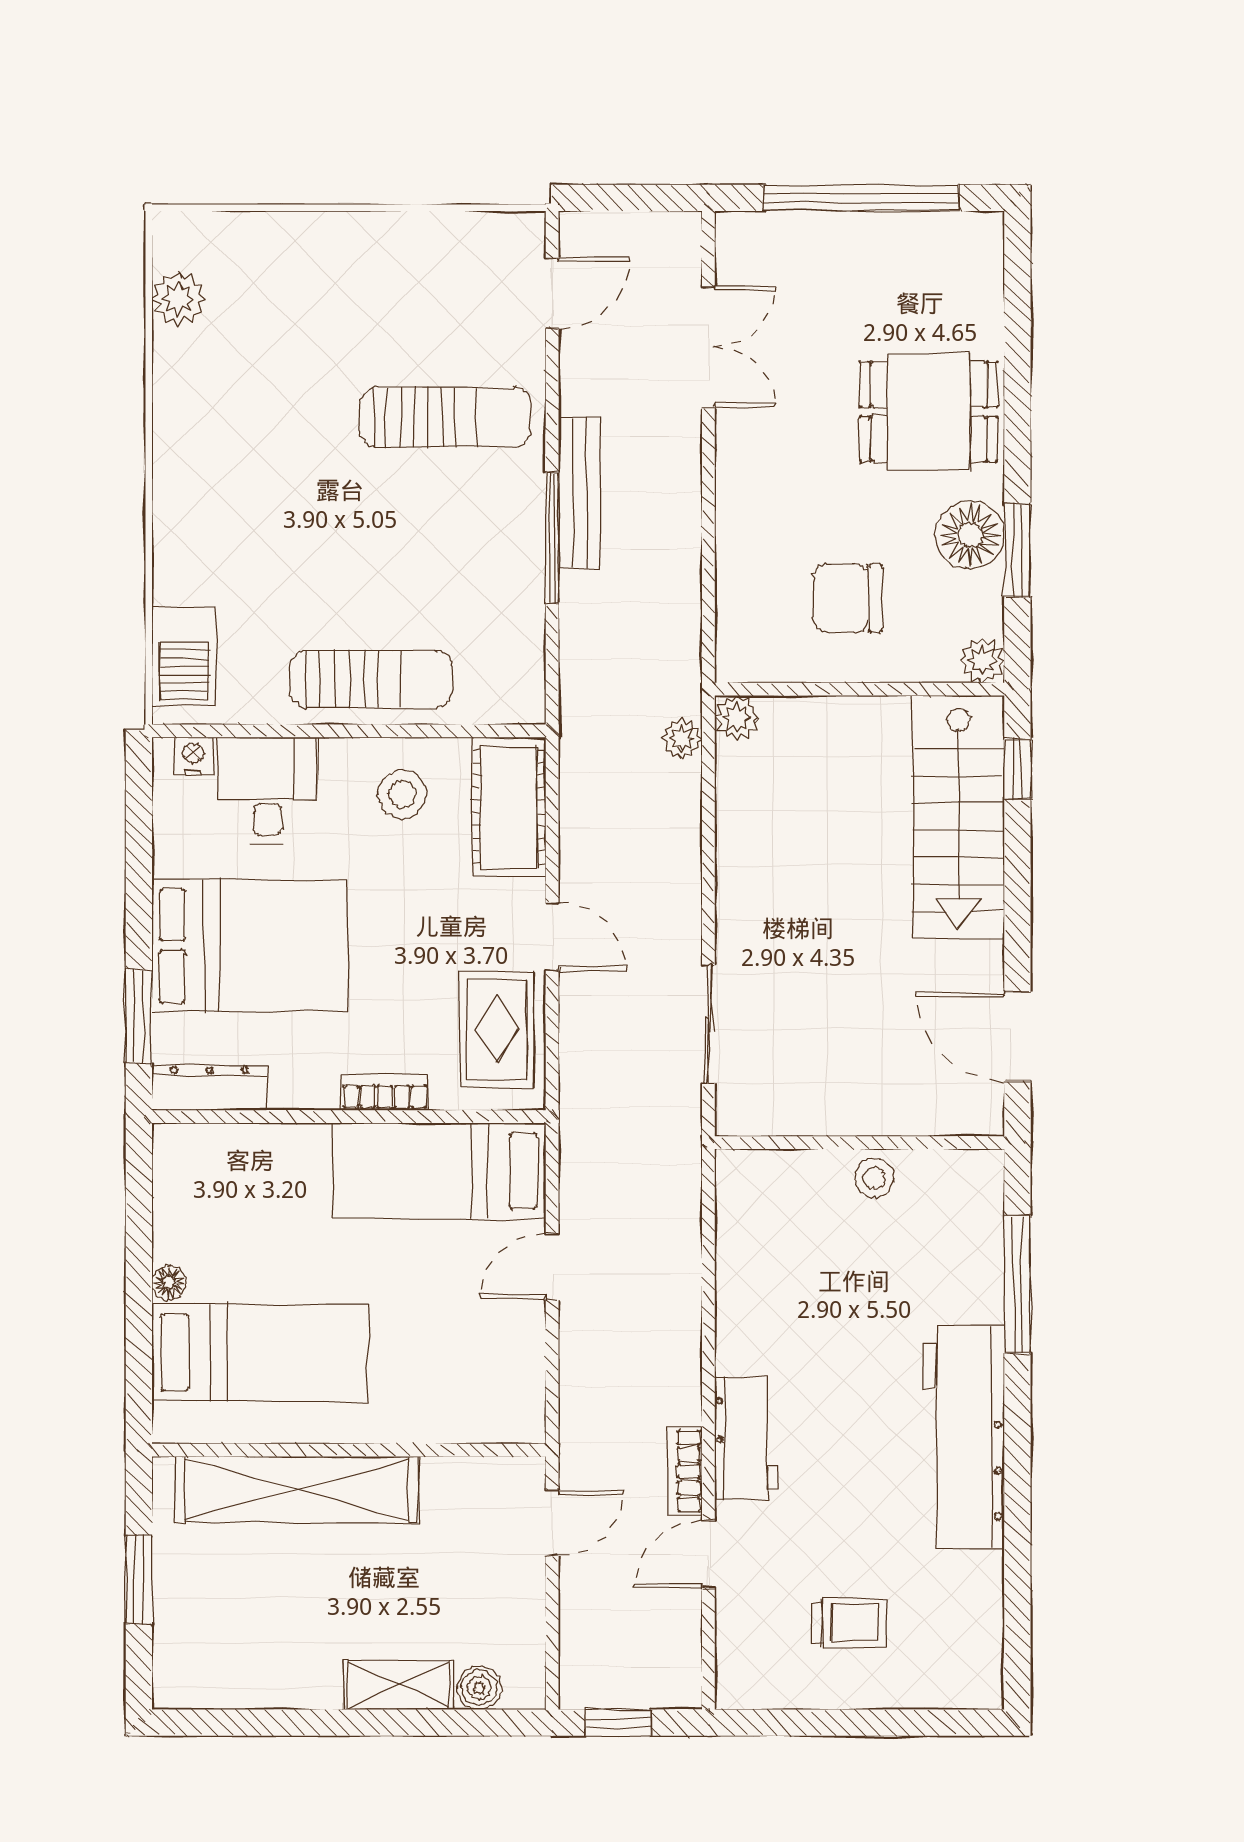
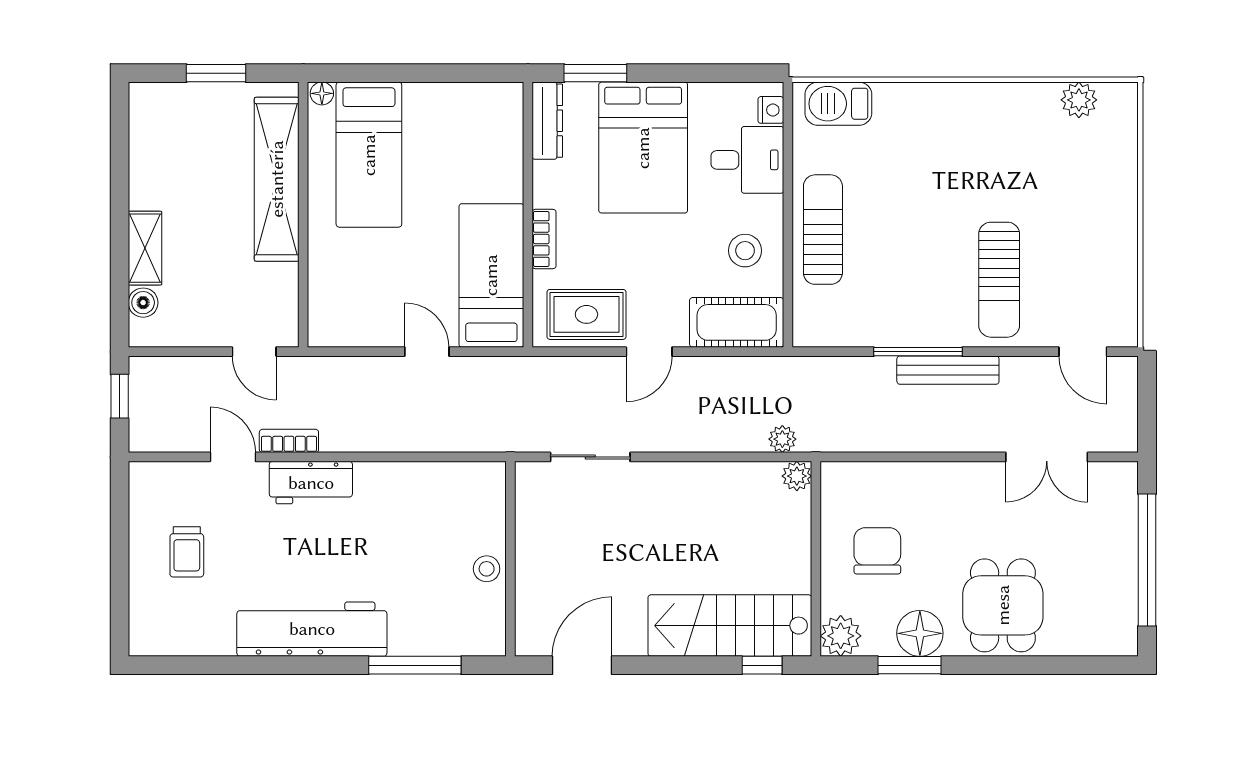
plant: (982, 661) -> (841, 636), width x1.38, depth x1.38
sun lounger: (371, 679) -> (823, 230), turned 180
floor lamp: (169, 1283) -> (322, 93), moved

